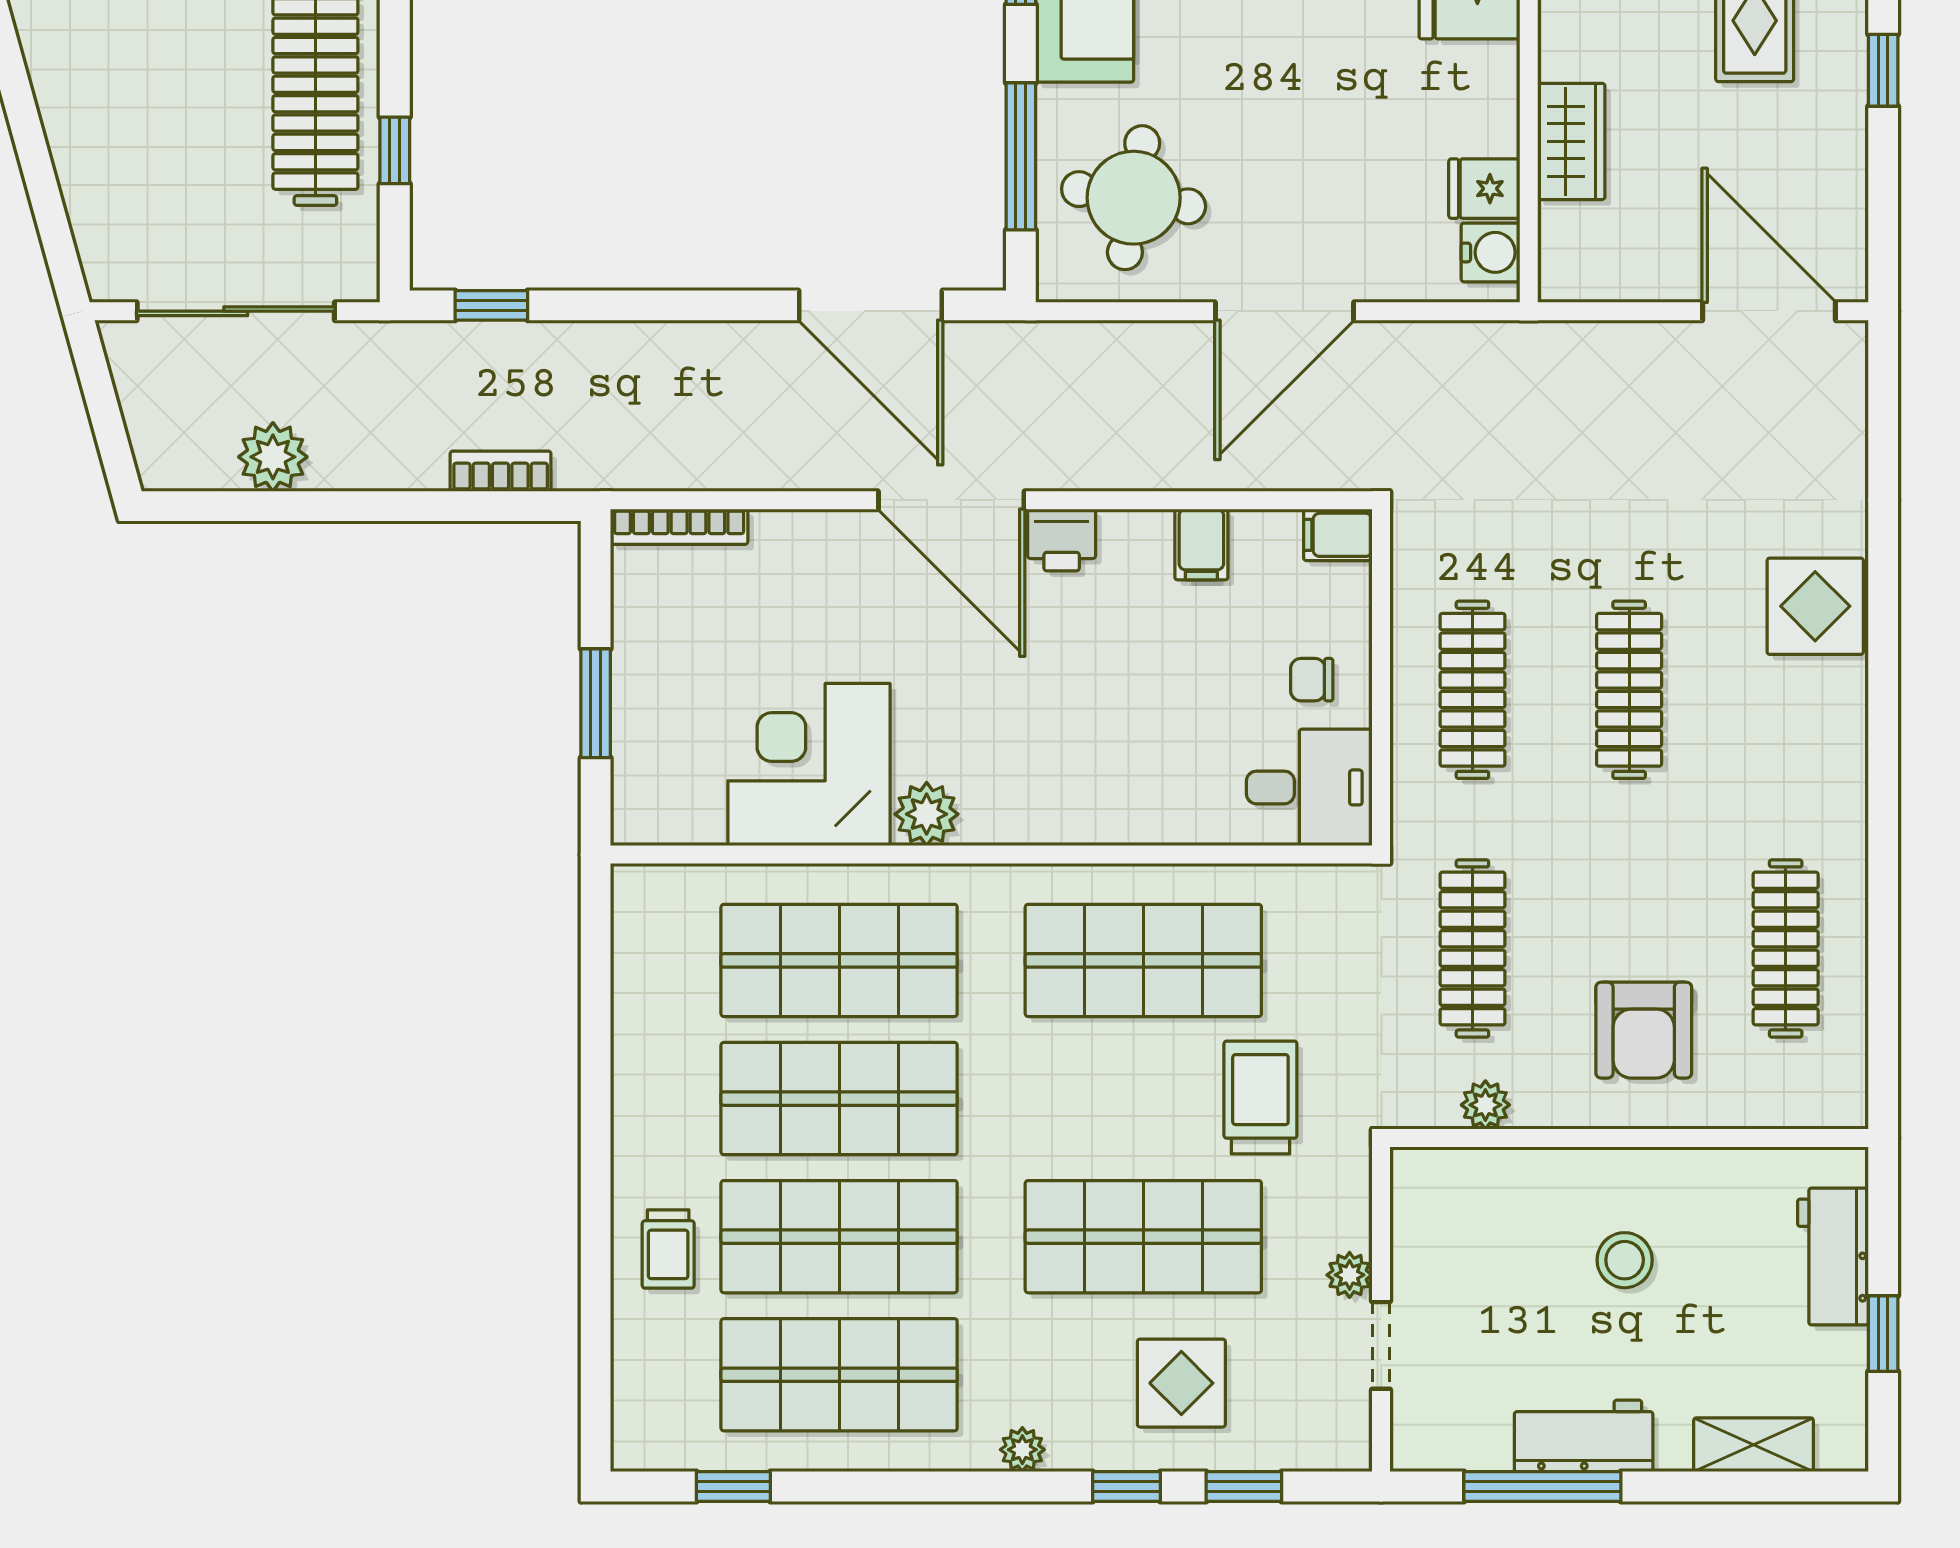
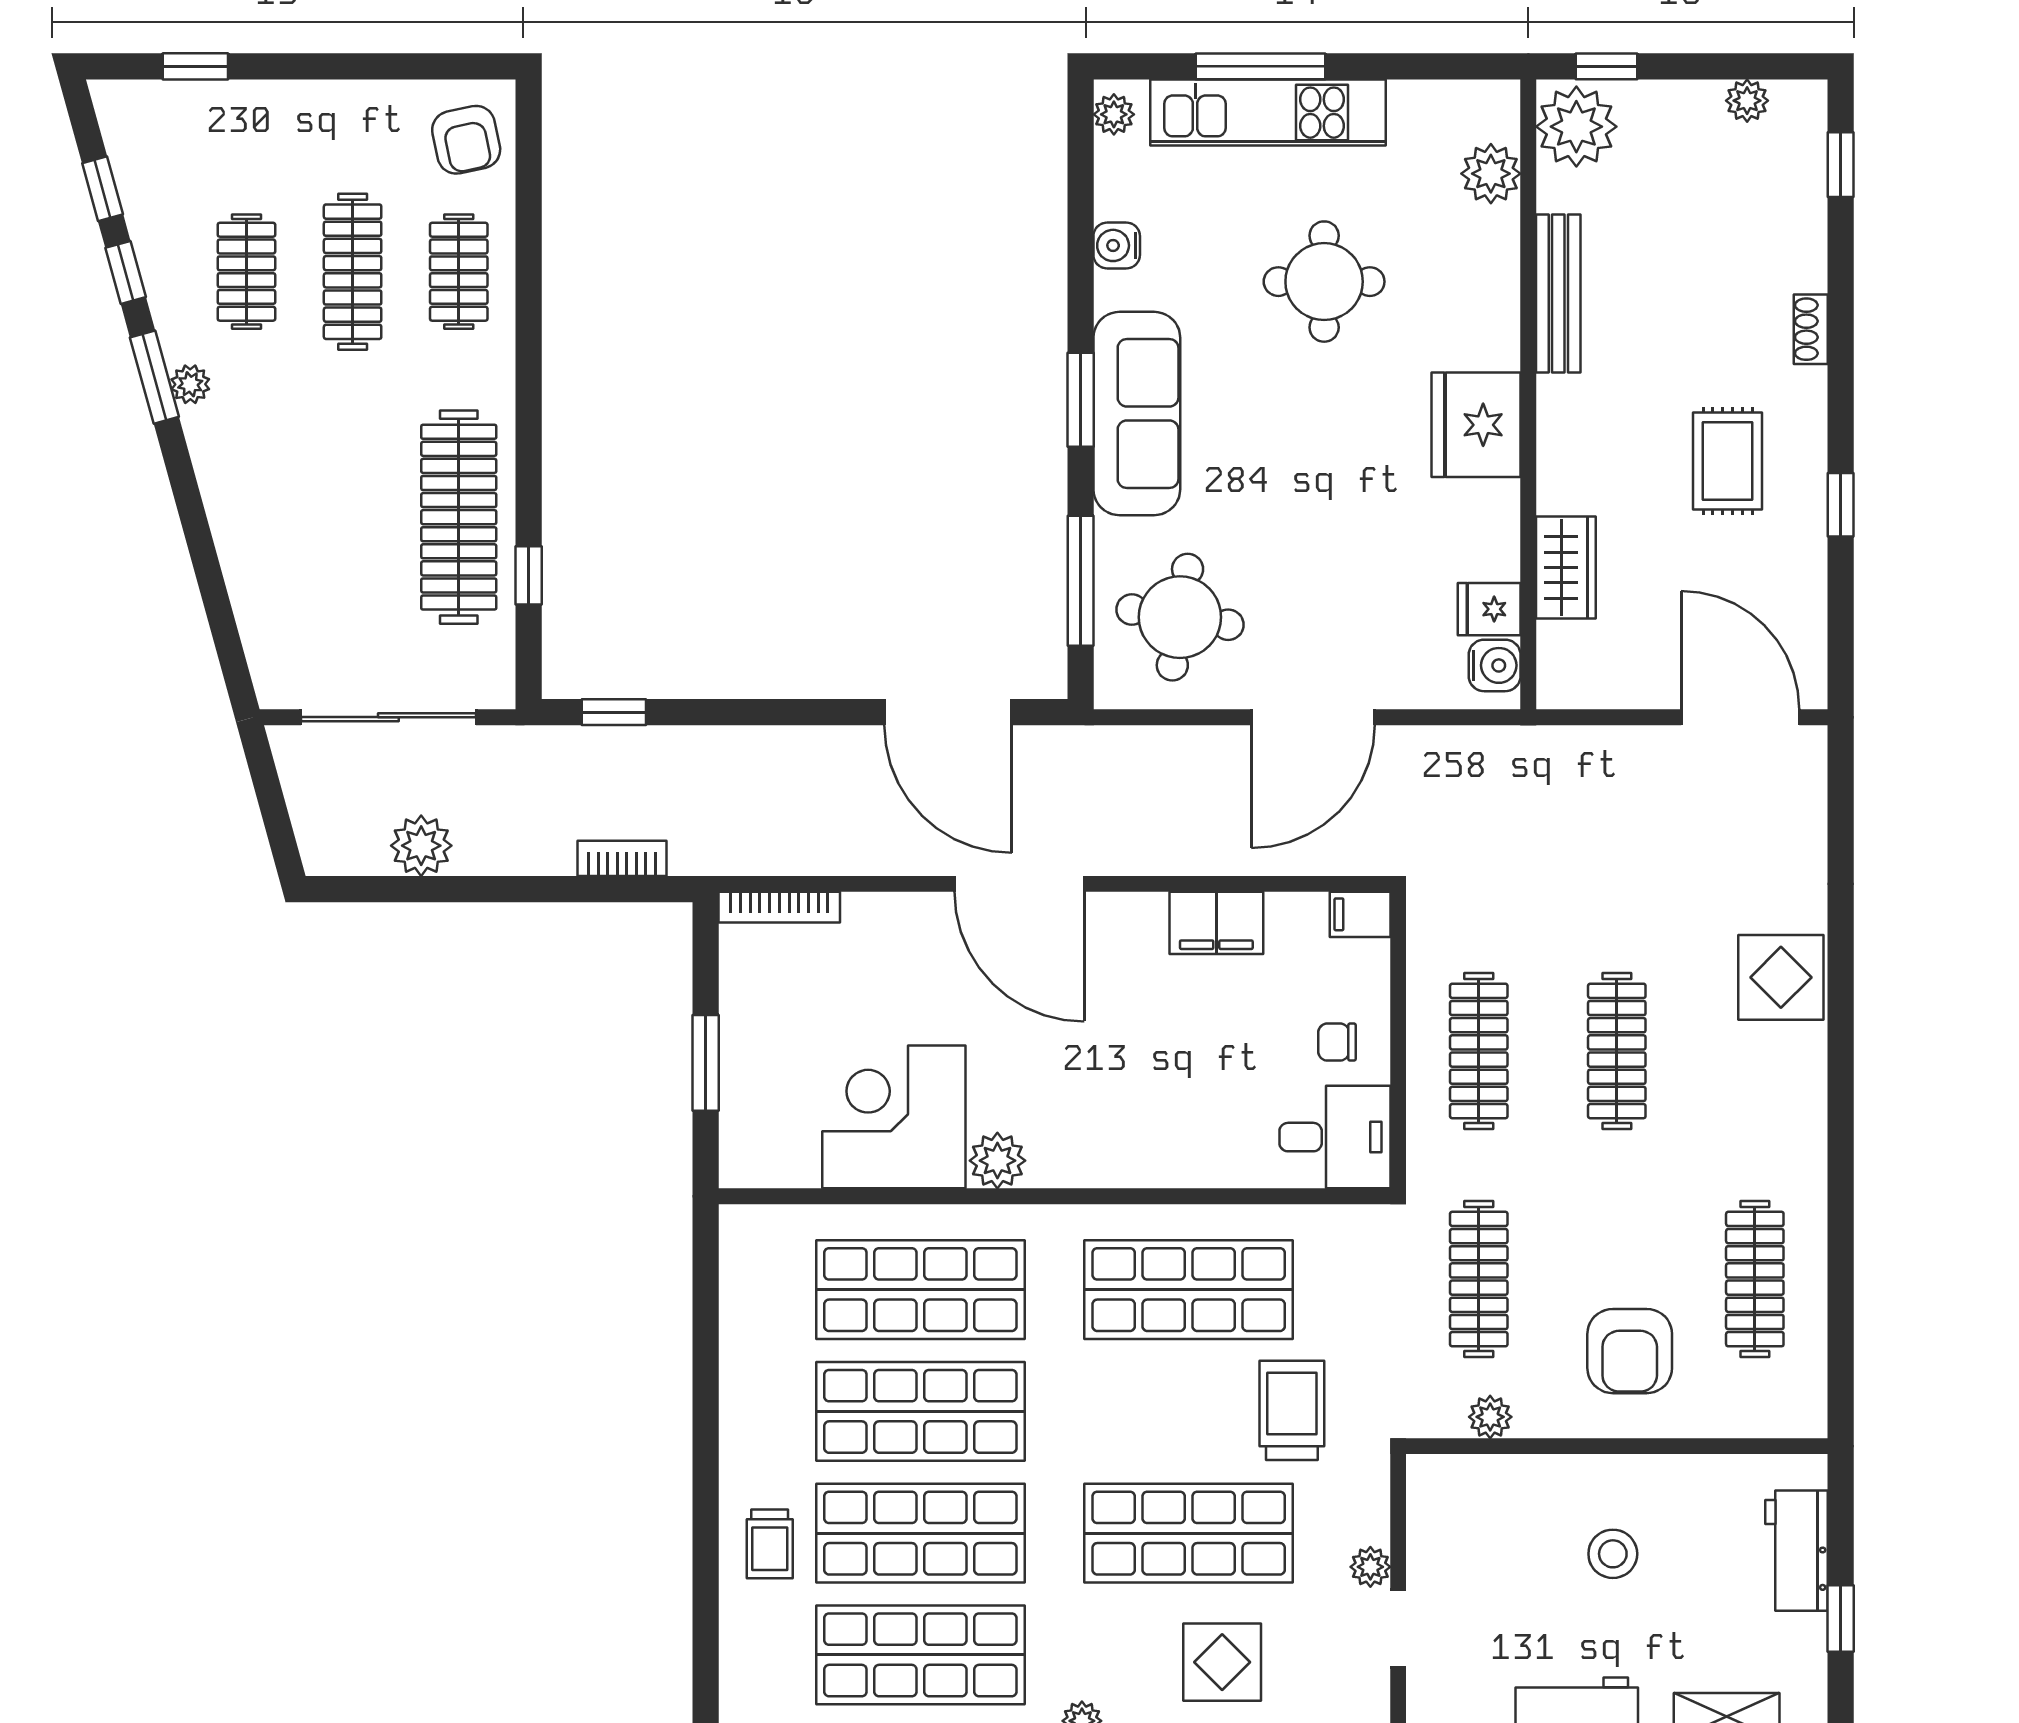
printer: (1062, 540) -> (1117, 919), removed
filing cabinet: (1201, 544) -> (1216, 923), width x2.00

